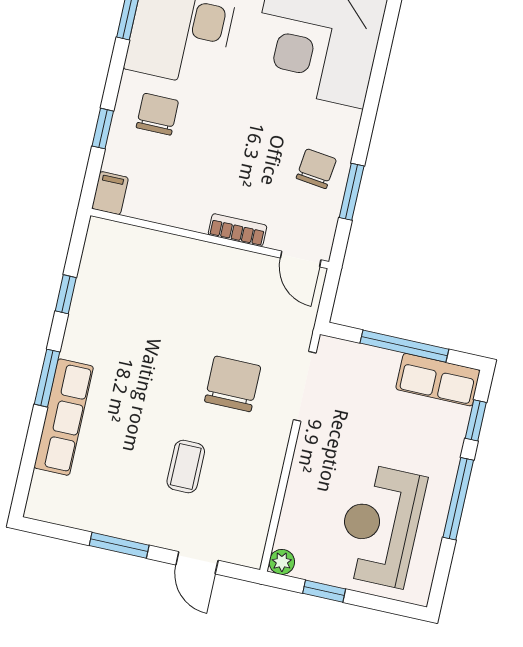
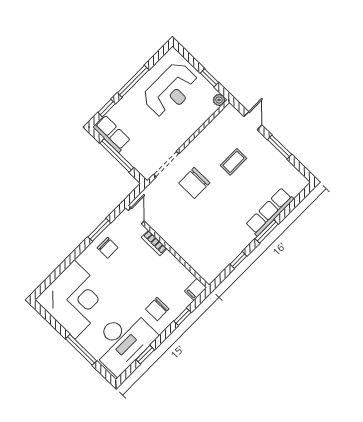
chair: (316, 169) -> (108, 248), turned -97

